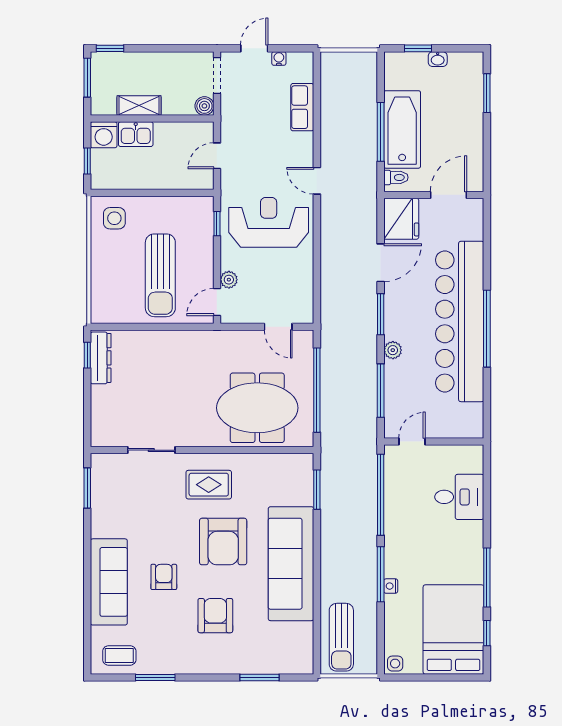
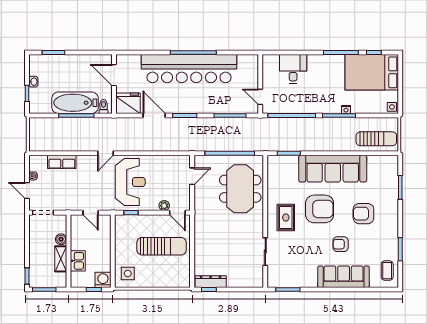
boiler: (204, 106) -> (61, 239), moved
washing machine: (104, 135) -> (103, 280), moved, turned -90
reception desk: (269, 222) -> (130, 182), turned 180
plant: (393, 350) -> (206, 108), removed

